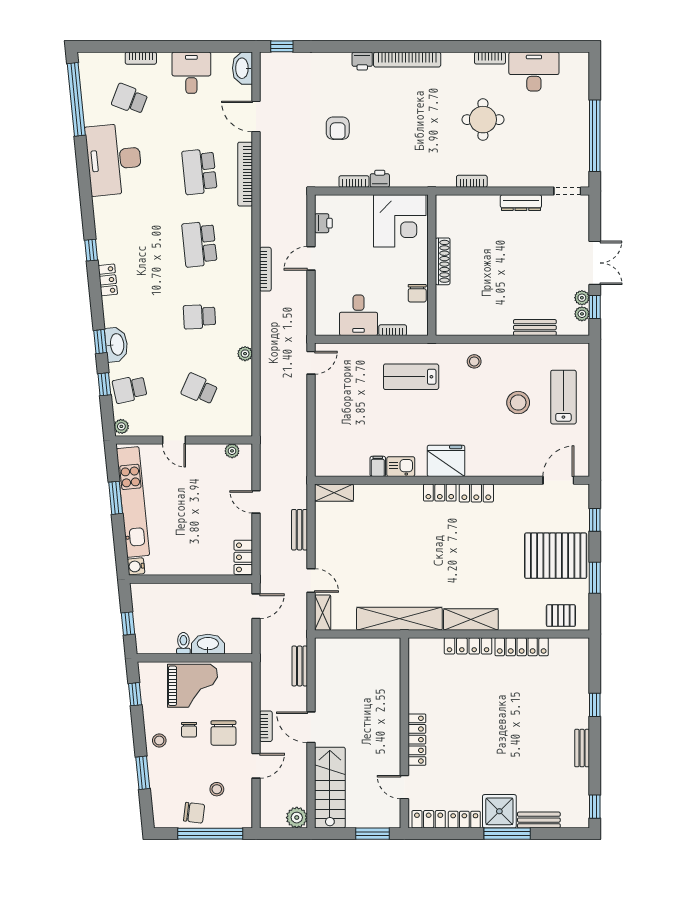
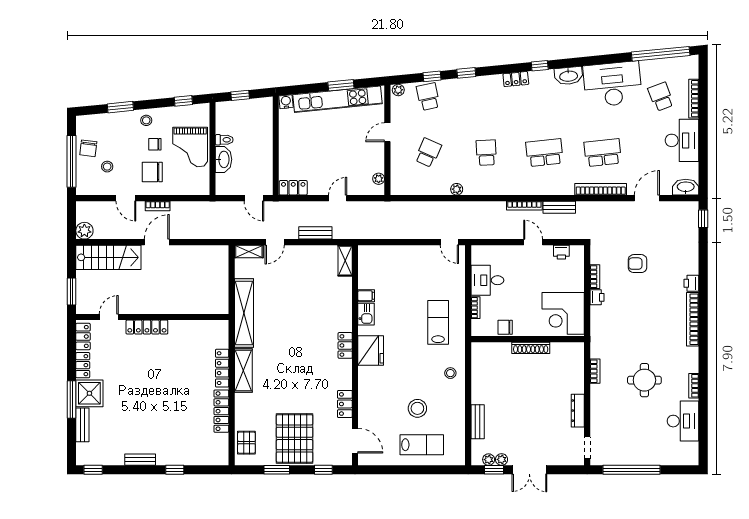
bookcase: (141, 58) -> (694, 99), width x1.56
desk: (191, 73) -> (682, 140), width x1.37
school desk: (130, 99) -> (661, 97), turned -42
washbasin: (116, 344) -> (569, 76), moved
locker: (476, 493) -> (345, 404), moved
bench: (300, 666) -> (559, 207), moved

